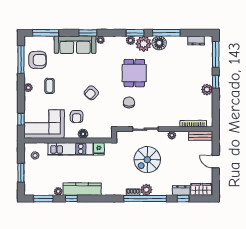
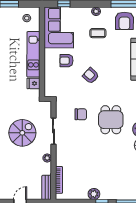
dining table: (134, 73) -> (111, 120), turned 90
floor lamp: (83, 134) -> (49, 67), removed
spiral stairs: (147, 160) -> (22, 133), turned 90

